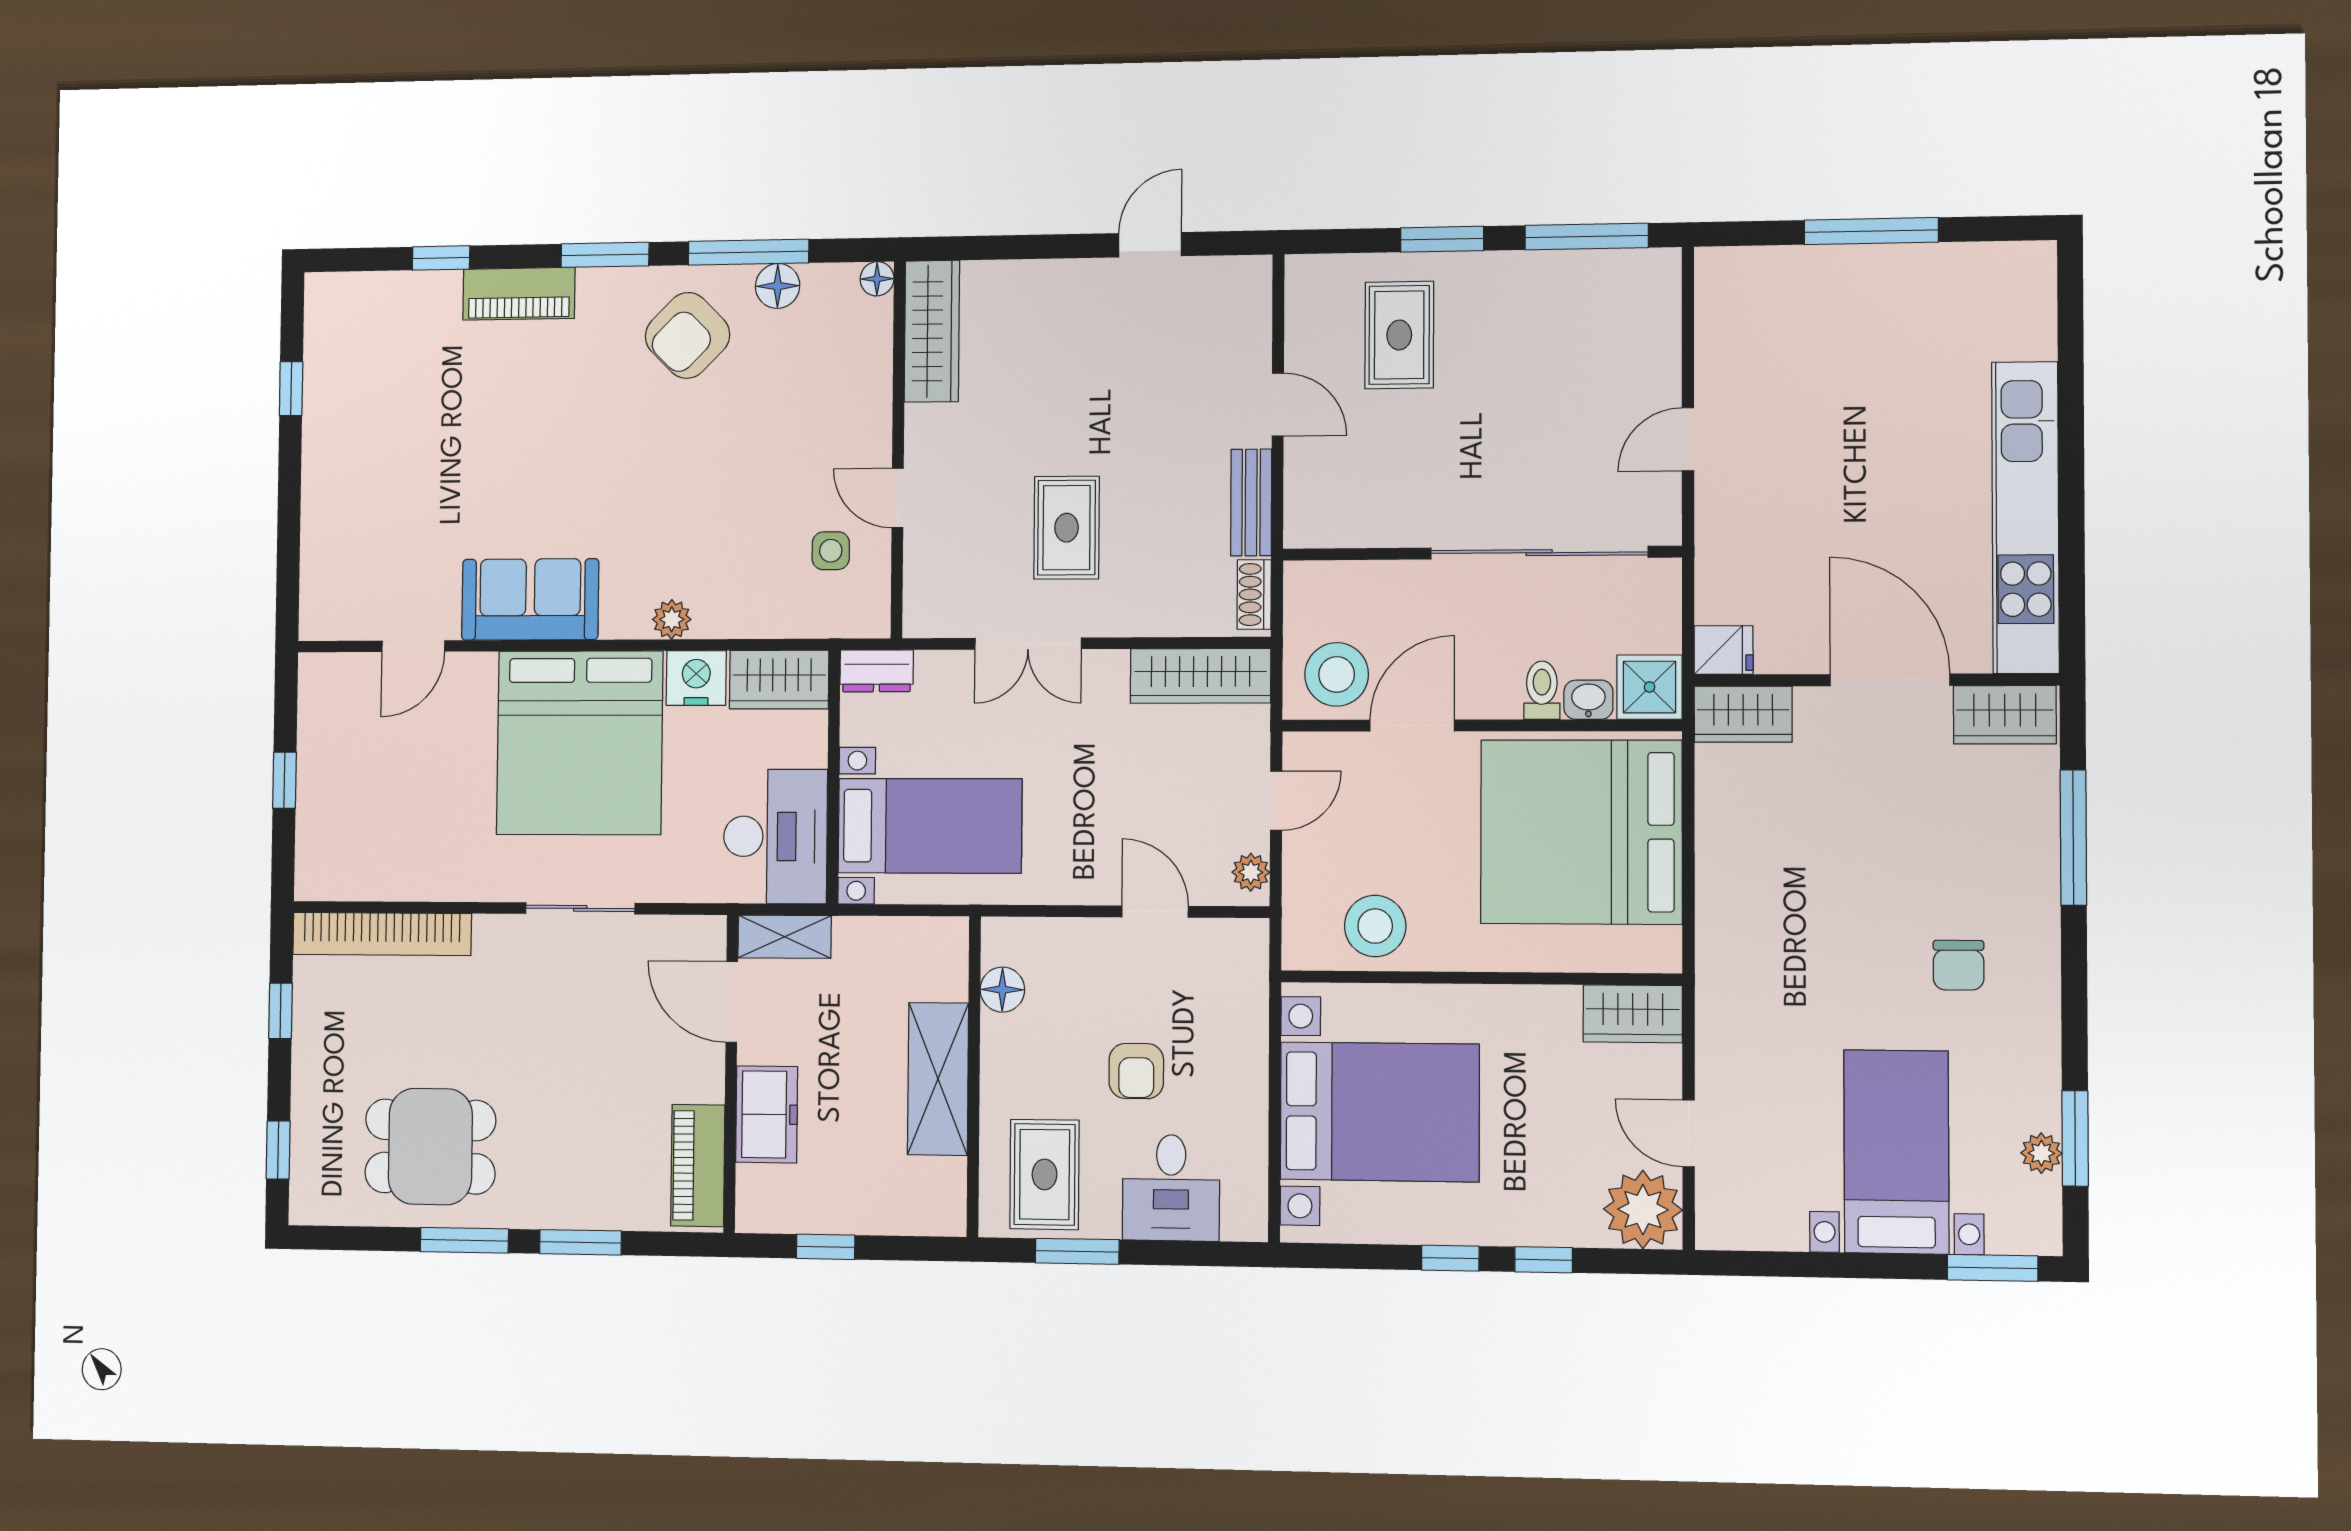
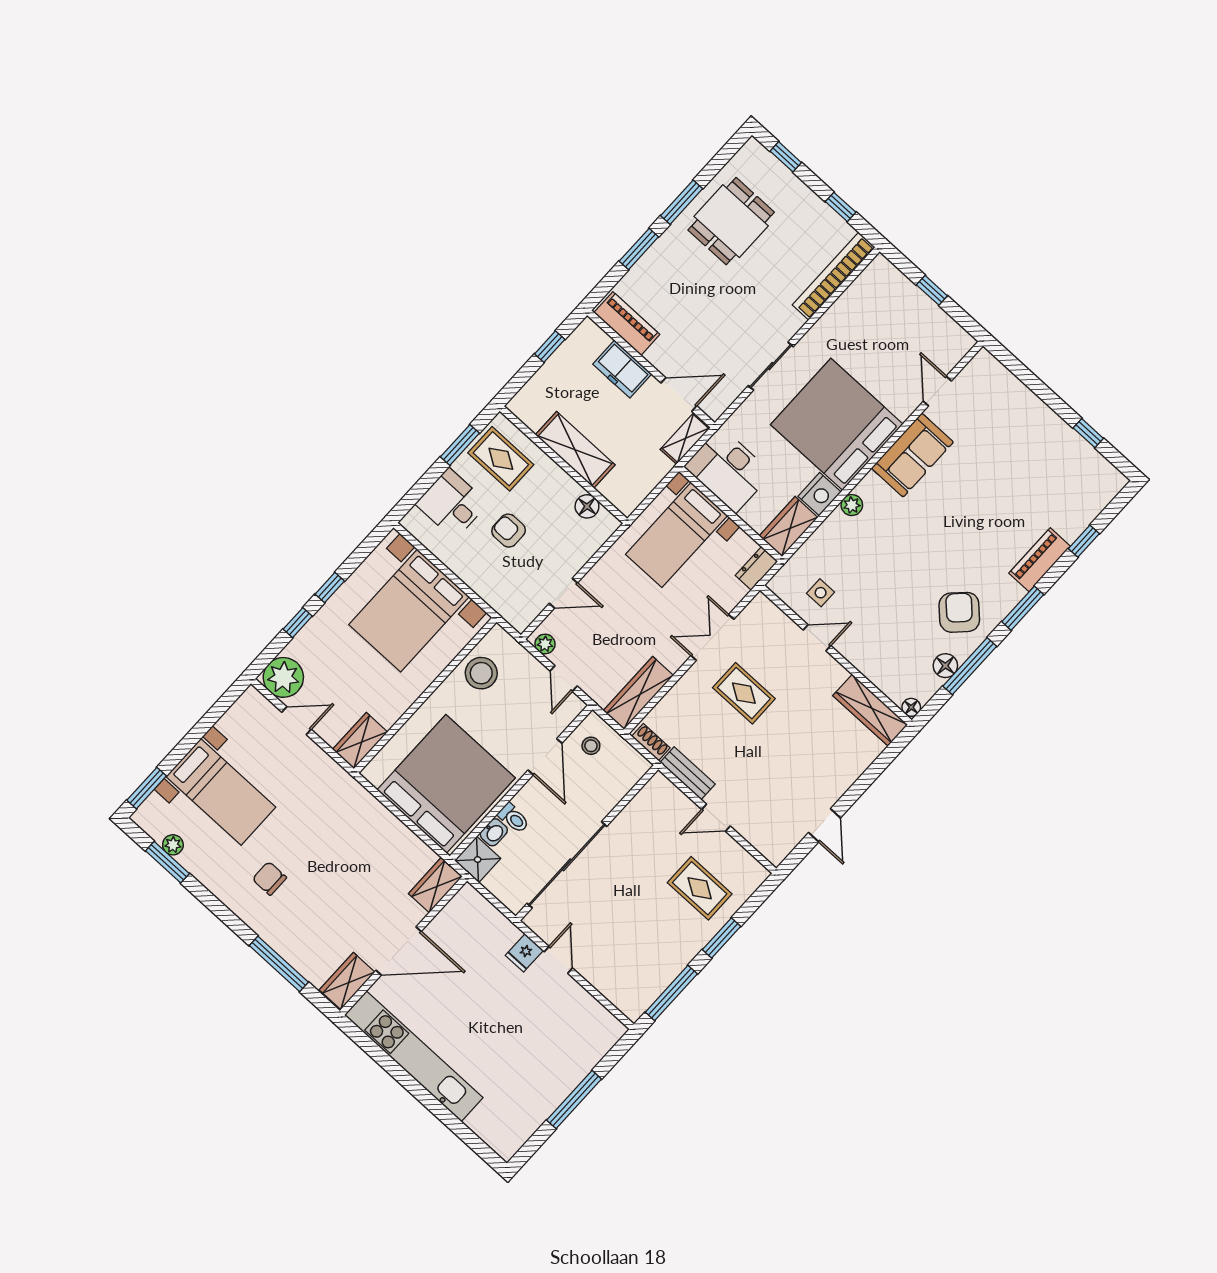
fridge: (1724, 650) -> (524, 953), moved
stool: (1337, 674) -> (591, 746), width x0.53, depth x0.53

